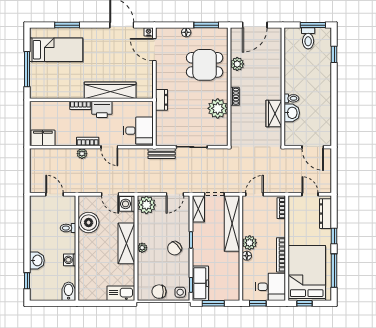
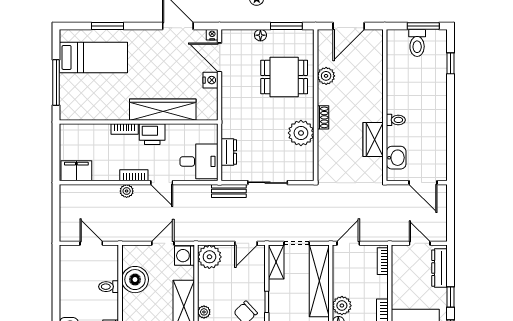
nightstand: (147, 67) -> (210, 80), added
dresser: (162, 100) -> (229, 152), moved
washbasin: (292, 113) -> (396, 158), moved
door: (110, 194) -> (163, 243), swing flipped

